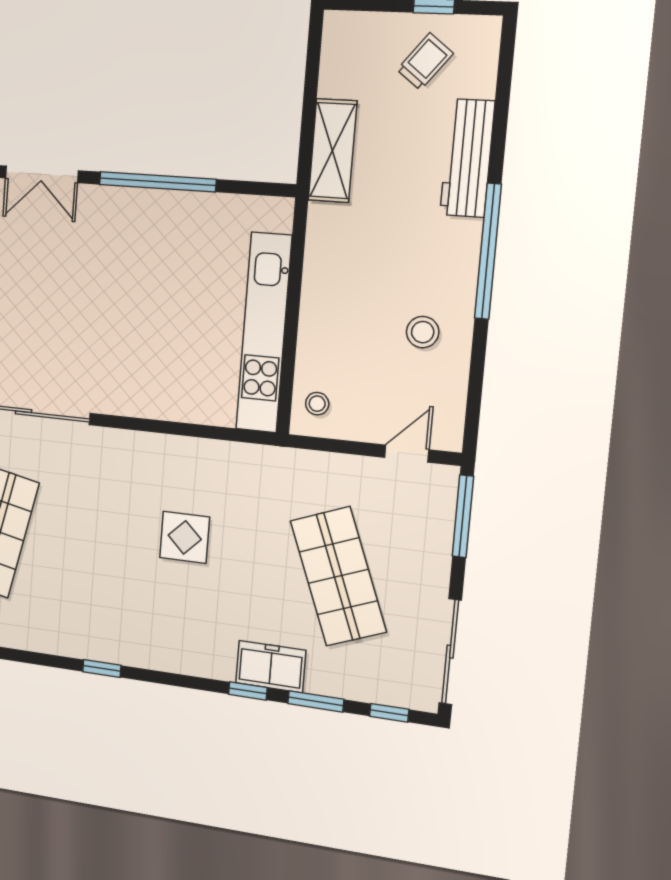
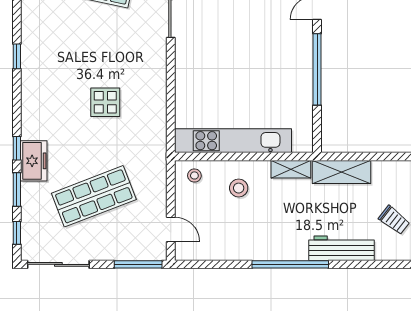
shelving: (320, 238) -> (291, 169), added
stool: (423, 332) -> (239, 188), moved

